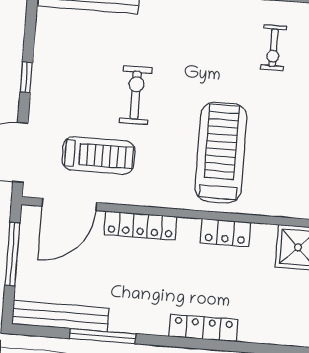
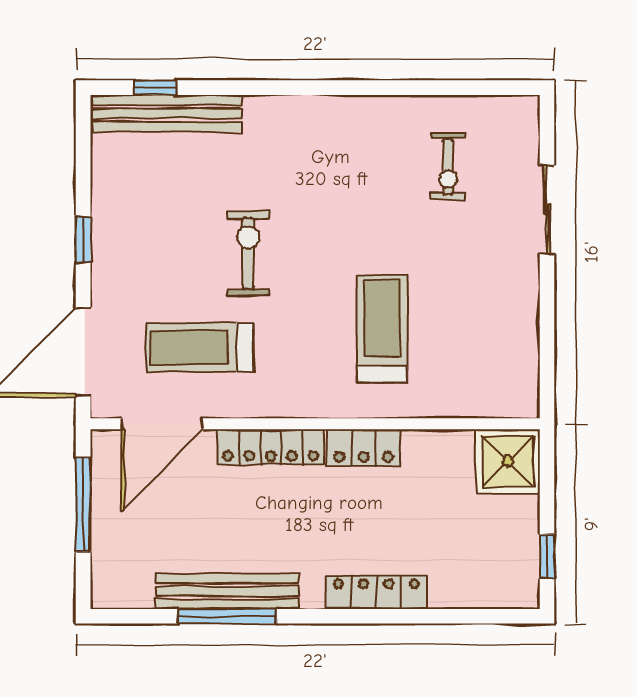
treadmill: (221, 153) -> (382, 329), width x0.73, depth x0.73
treadmill: (98, 155) -> (200, 347), turned 180
locker: (225, 233) -> (363, 448), moved
bench: (60, 316) -> (228, 591), moved

